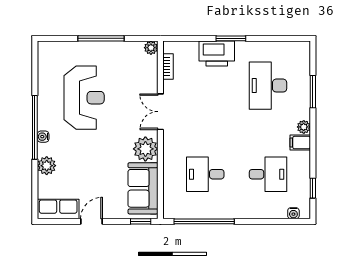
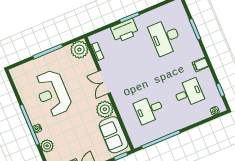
plant: (151, 48) -> (79, 50), width x1.88, depth x1.88
reception desk: (84, 98) -> (53, 93), turned 180
plant: (304, 127) -> (199, 54), removed

